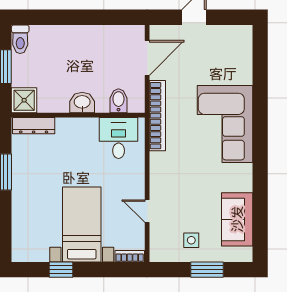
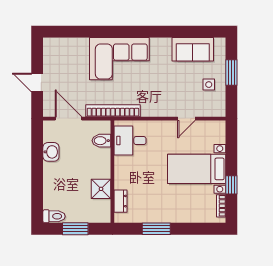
shower: (24, 100) -> (101, 189), moved
washbasin: (82, 102) -> (51, 152), moved, turned 180
dresser: (34, 126) -> (121, 201), width x0.70
bookcase: (130, 256) -> (221, 206), moved

